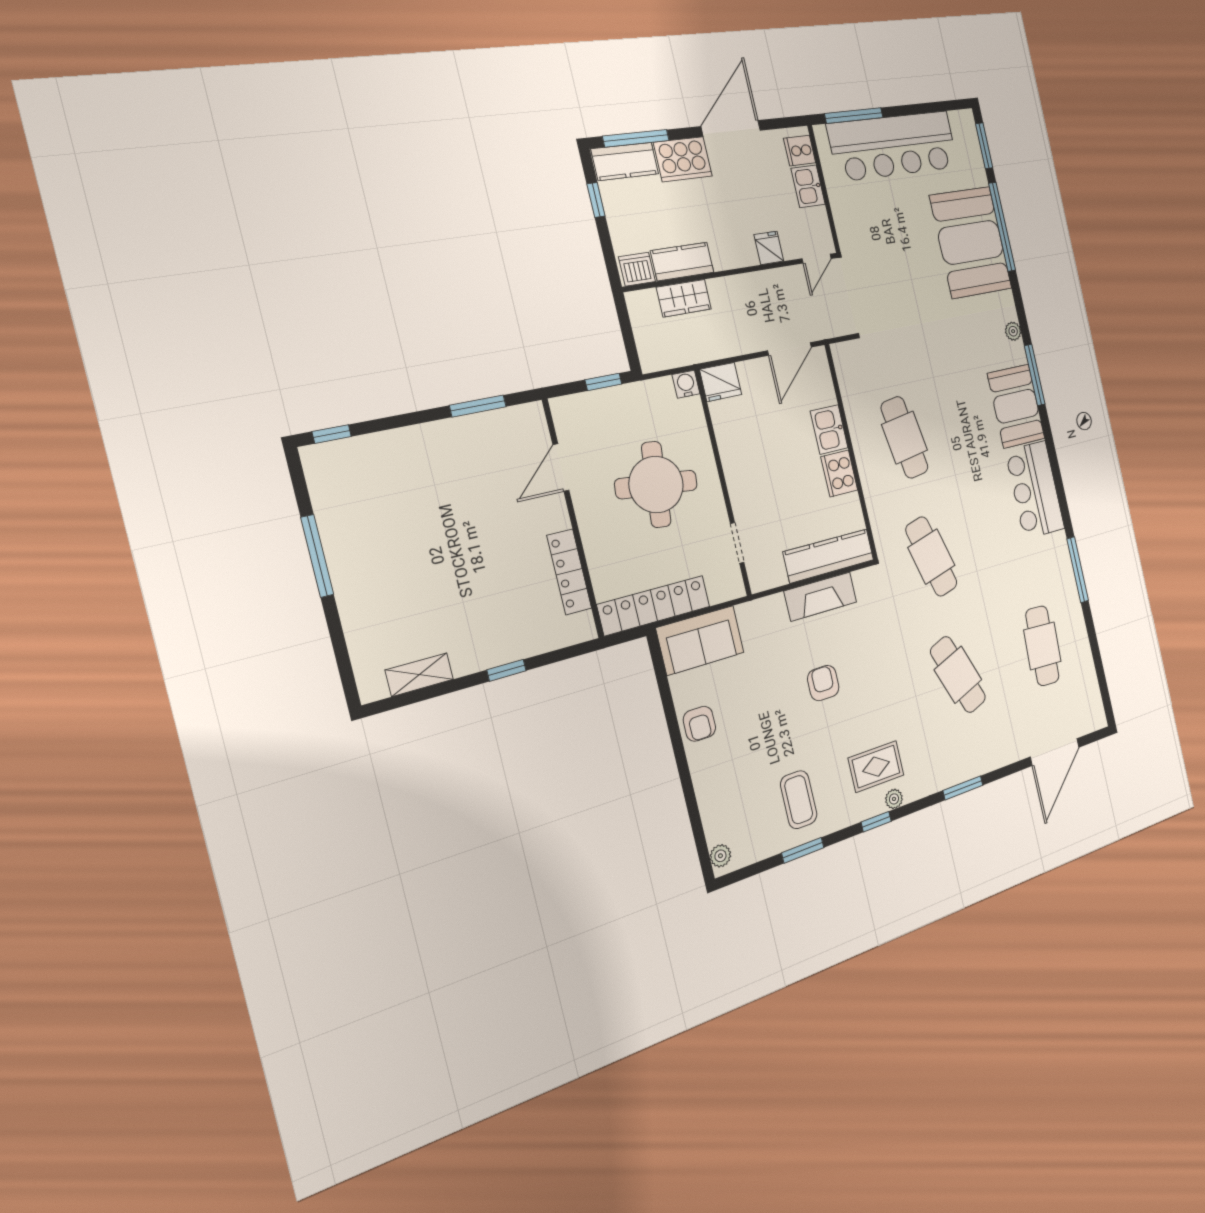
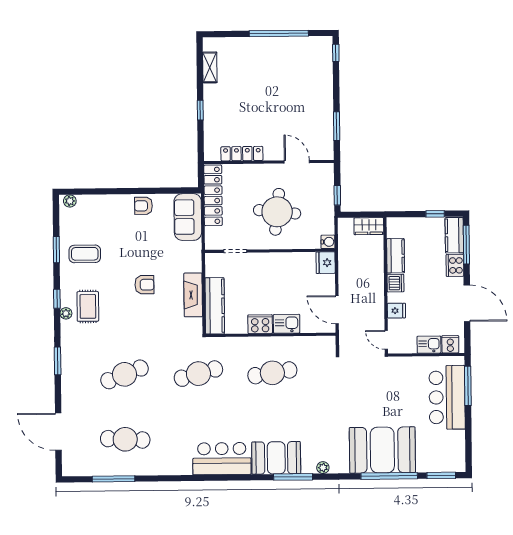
bar counter: (894, 146) -> (447, 397), width x0.73
cooker: (683, 159) -> (455, 265), width x0.73, depth x0.76
dishwasher: (637, 269) -> (395, 283), moved
wardrobe: (684, 298) -> (369, 226), moved, turned -90
window: (317, 556) -> (279, 33), width x1.46
window: (1078, 570) -> (114, 479), moved

